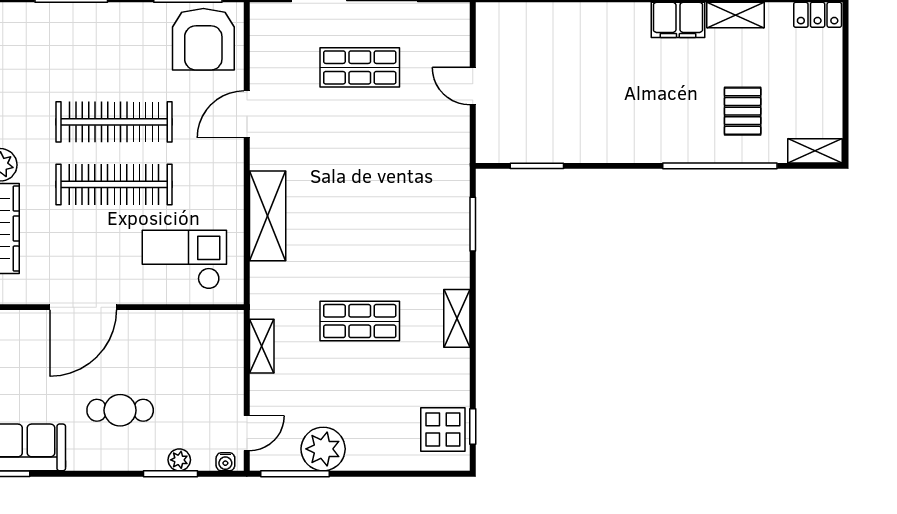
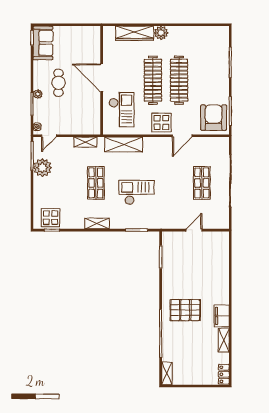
armchair: (203, 39) -> (214, 118), turned 90
pallet: (743, 111) -> (185, 310), moved, width x1.50, depth x1.42
door: (247, 114) -> (182, 136), swing flipped
display table: (215, 164) -> (161, 123), added
shelving: (268, 216) -> (124, 144), moved
checkout: (382, 224) -> (137, 192), added
door: (83, 307) -> (102, 78), moved
door: (247, 433) -> (49, 136), hinge flipped
plant: (179, 460) -> (38, 94), moved

